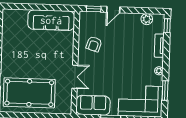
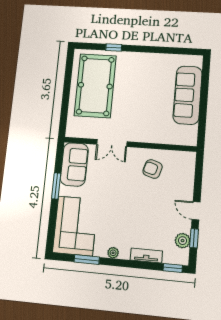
window: (94, 9) -> (194, 238), moved
door: (113, 10) -> (196, 211), moved
sofa: (51, 20) -> (188, 95), moved

